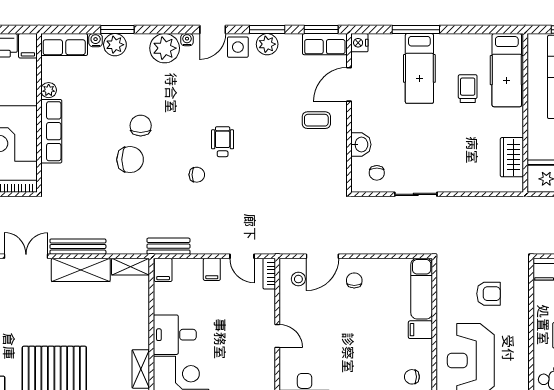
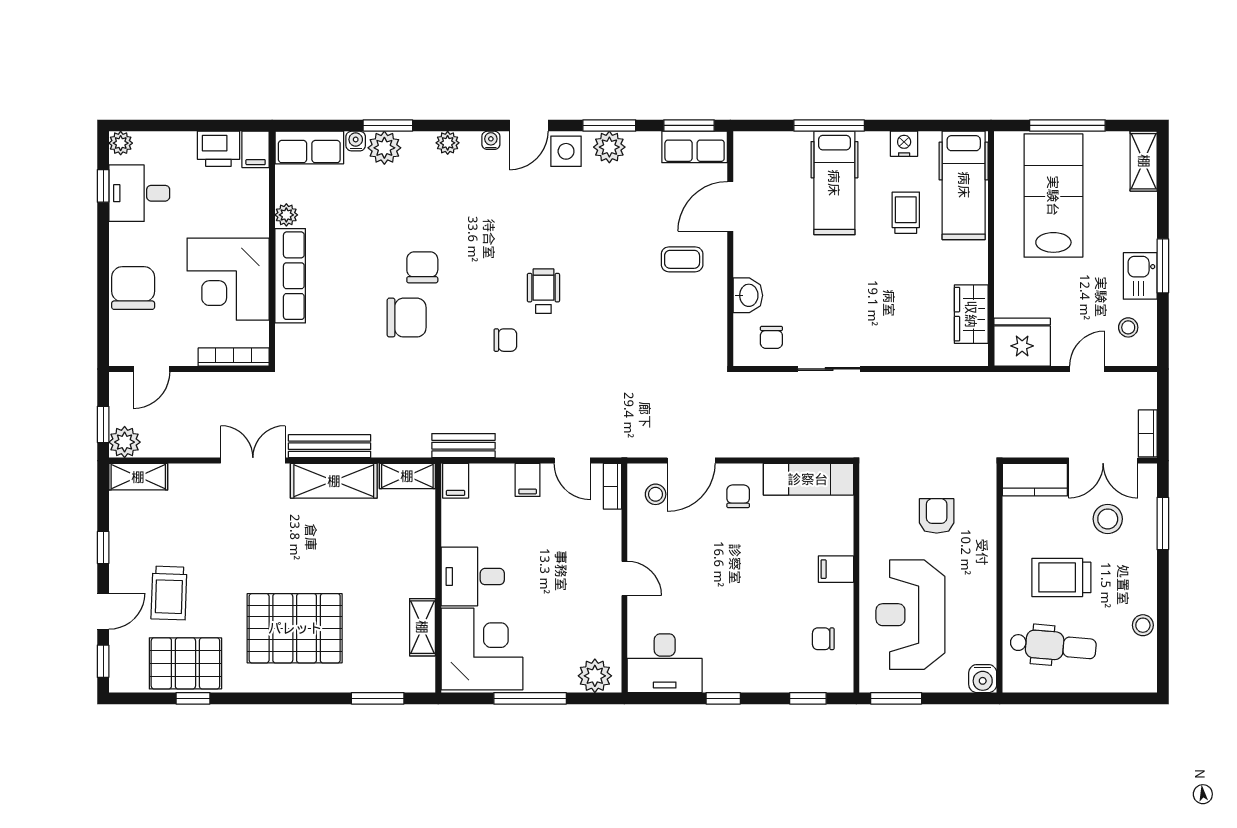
nightstand: (359, 43) -> (904, 144), moved, turned 90
plant: (165, 48) -> (448, 143), width x0.53, depth x0.53
exam couch: (422, 289) -> (808, 479), moved, turned -90
armchair: (489, 294) -> (937, 516), turned -90

